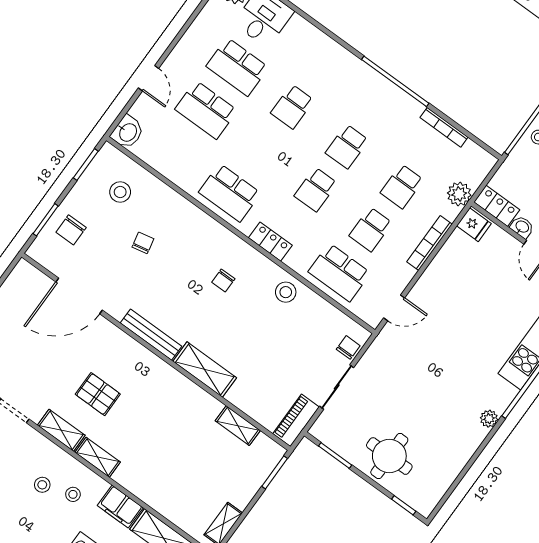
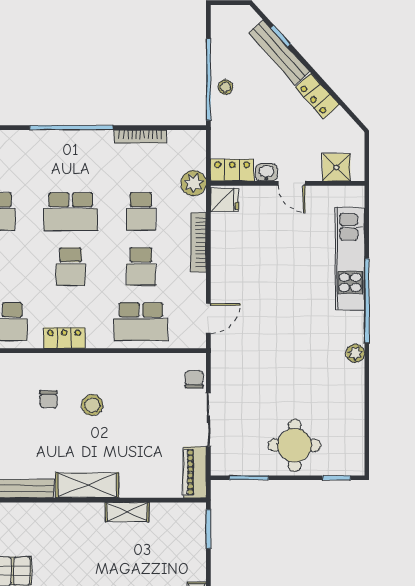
school desk: (347, 146) -> (71, 212), width x1.85
stool: (286, 292) -> (92, 405), moved
shelving: (238, 426) -> (127, 512), moved

